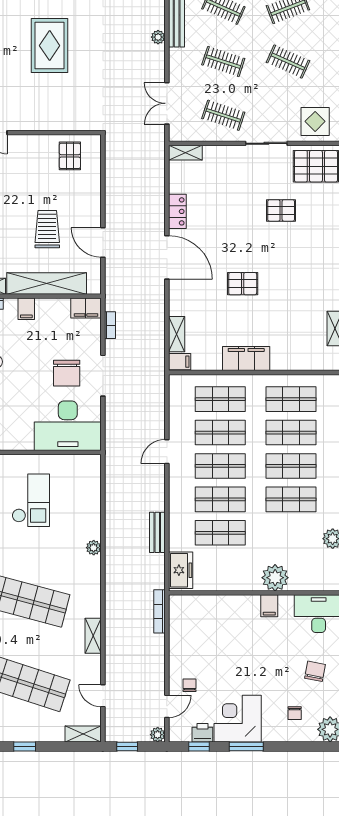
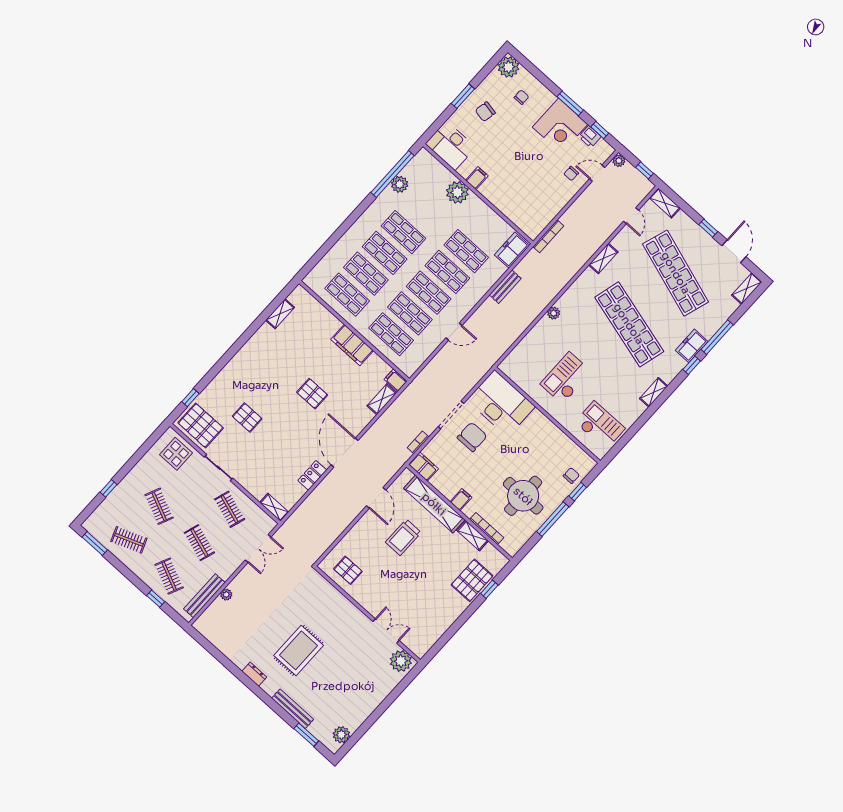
pallet: (70, 156) -> (348, 570), turned 90

